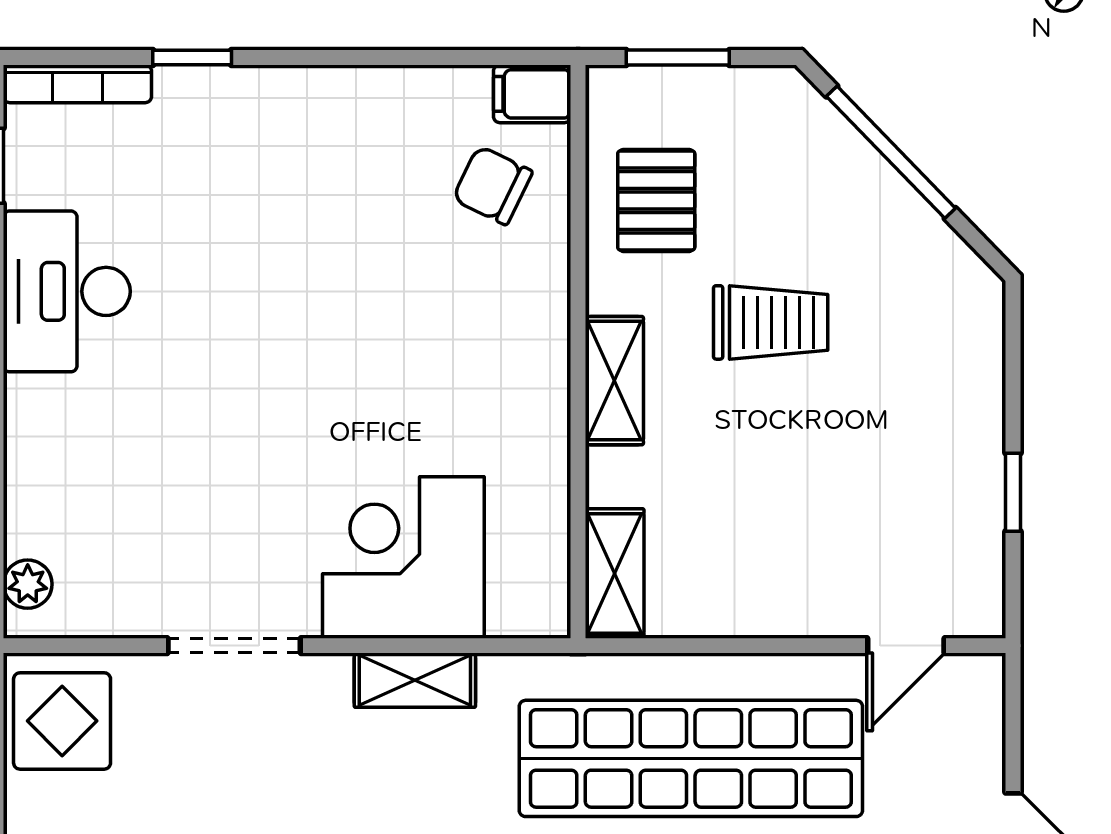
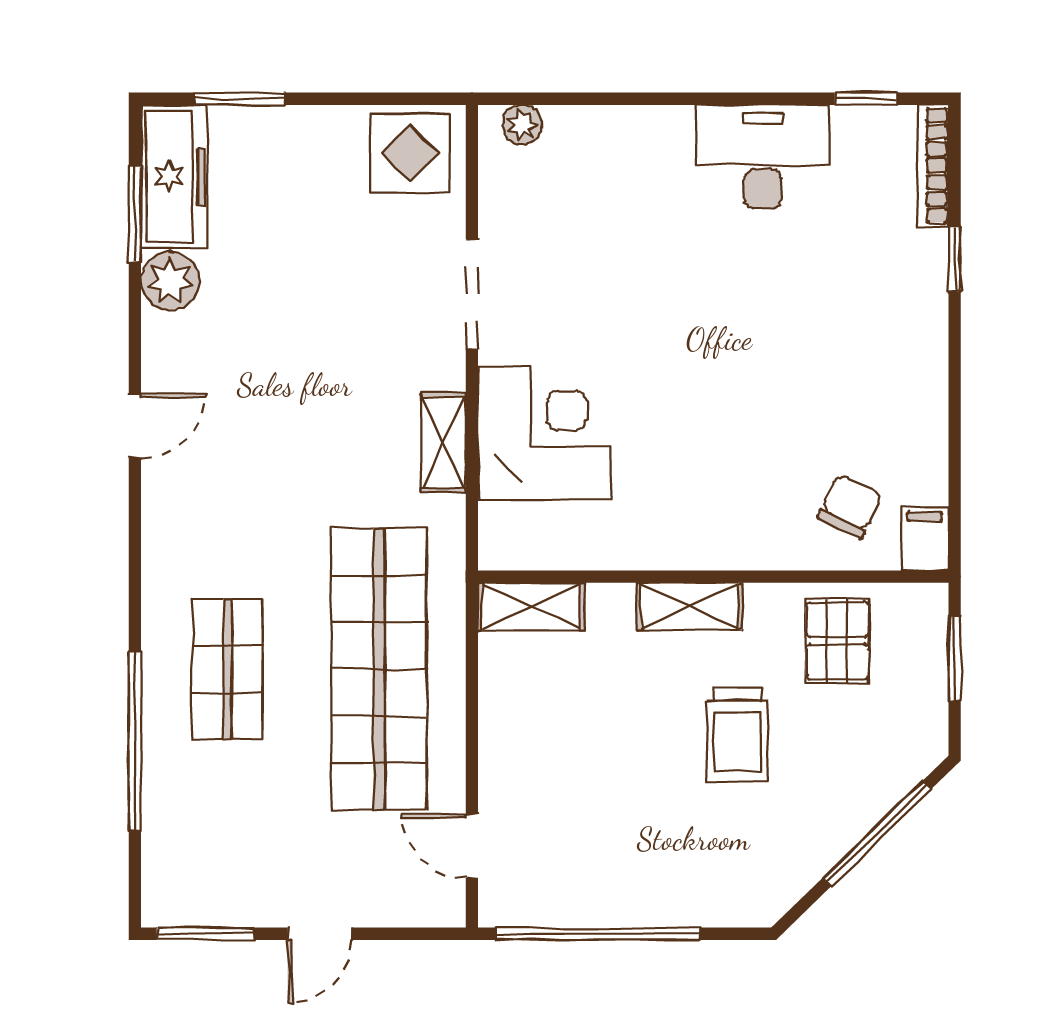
pallet: (656, 200) -> (837, 641), turned 90
window: (1013, 492) -> (598, 934), width x3.17

